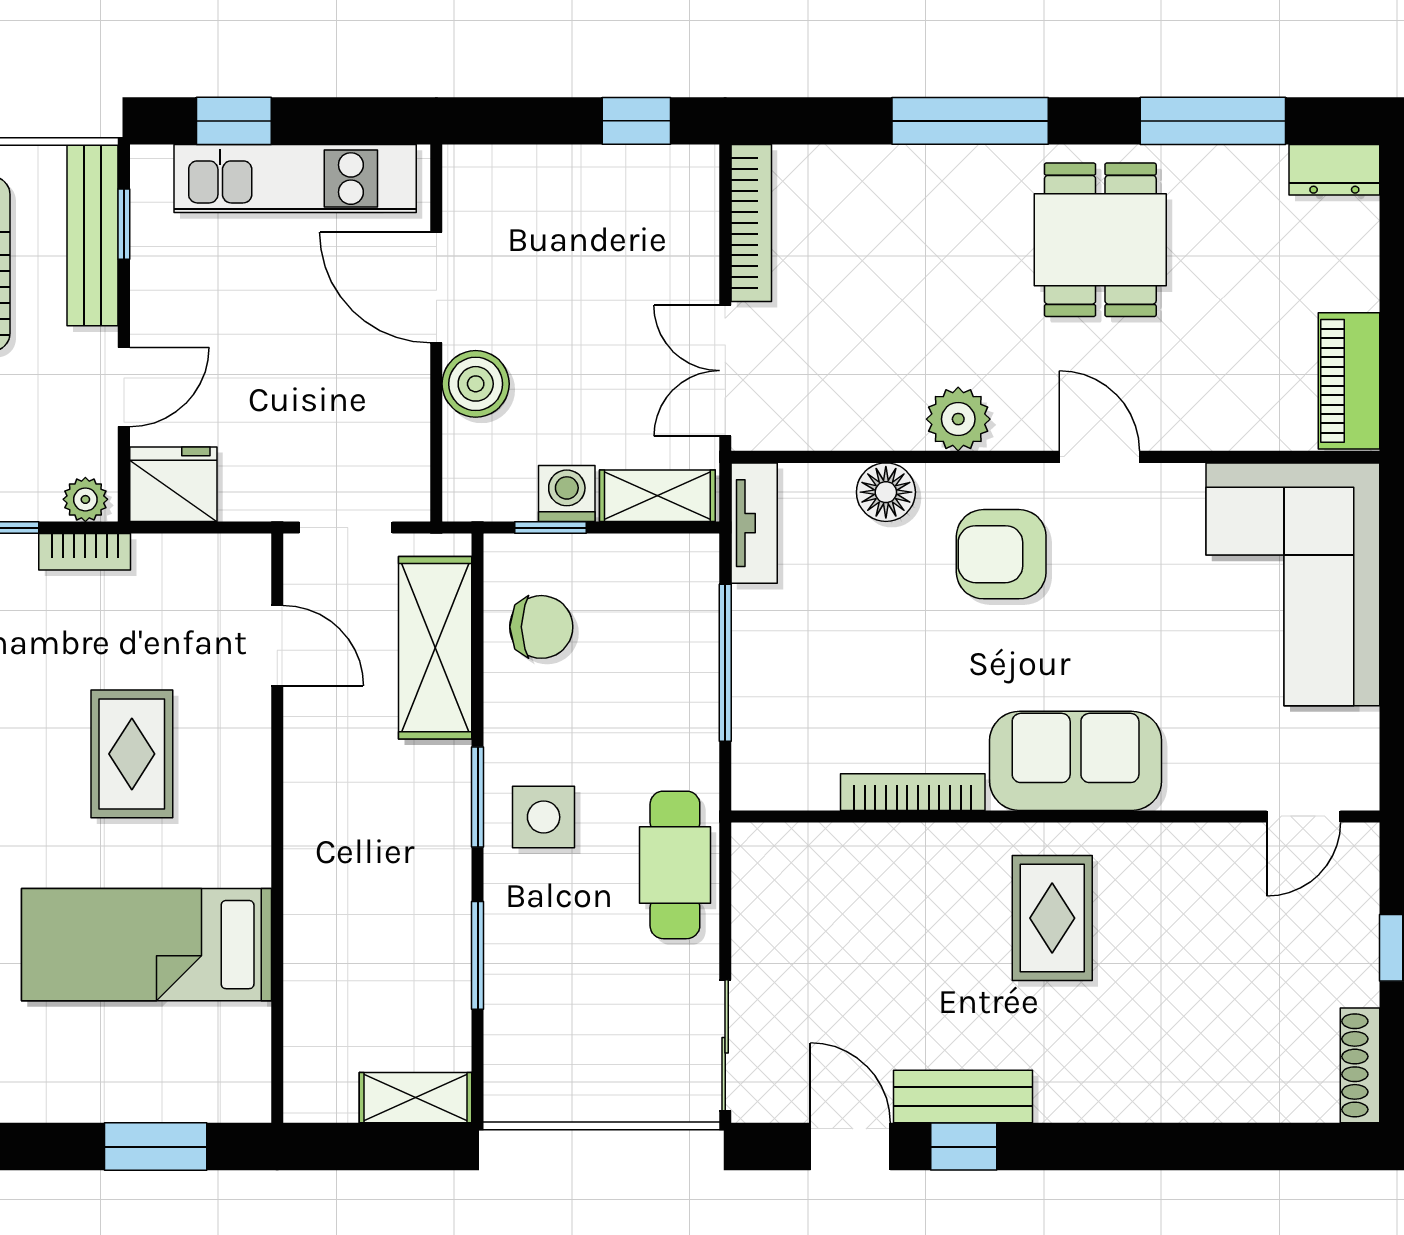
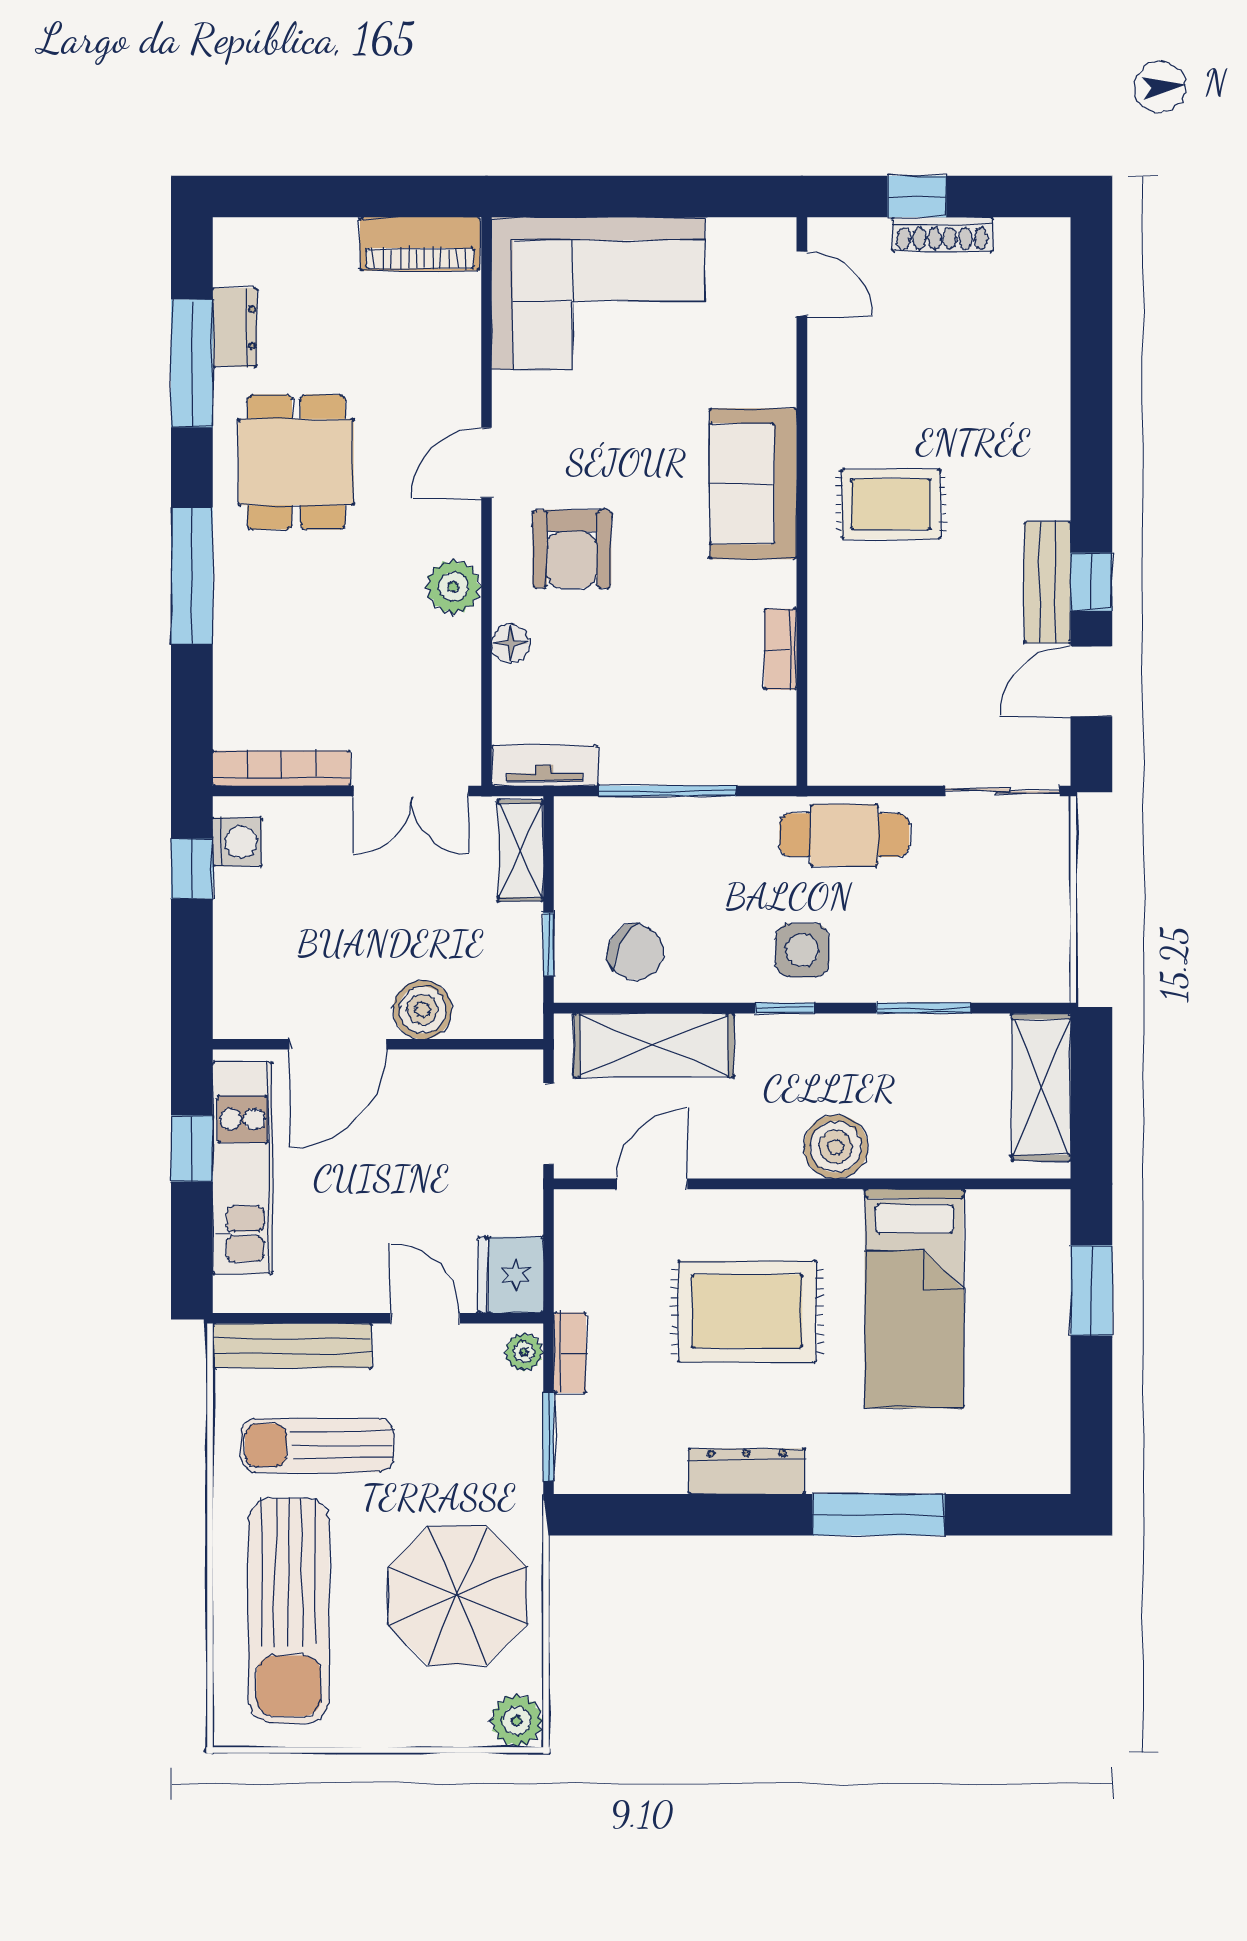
window: (234, 121) -> (192, 1148), moved
dresser: (1334, 170) -> (235, 327), moved
window: (124, 224) -> (282, 1318), removed
dining table: (1100, 240) -> (296, 462), turned 90
floor lamp: (886, 492) -> (510, 643), width x0.73, depth x0.73
washing machine: (567, 494) -> (237, 842), moved, turned 180
chair: (541, 627) -> (636, 952), turned 116
rug: (132, 754) -> (747, 1311), width x1.36, depth x1.43
bookcase: (913, 792) -> (780, 649), width x0.64
window: (478, 797) -> (785, 1008), width x0.67
boiler: (319, 855) -> (836, 1147), added
shoe rack: (1360, 1065) -> (942, 234), moved
shelving: (416, 1098) -> (1041, 1087), width x1.50, depth x1.33

